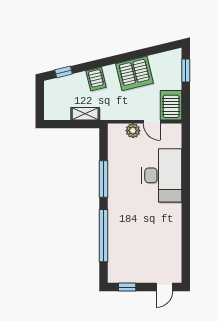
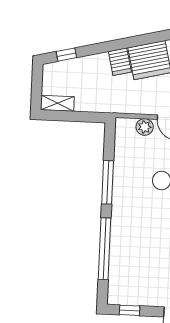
server rack: (96, 79) -> (120, 62), moved
shelving: (85, 114) -> (57, 103), moved

